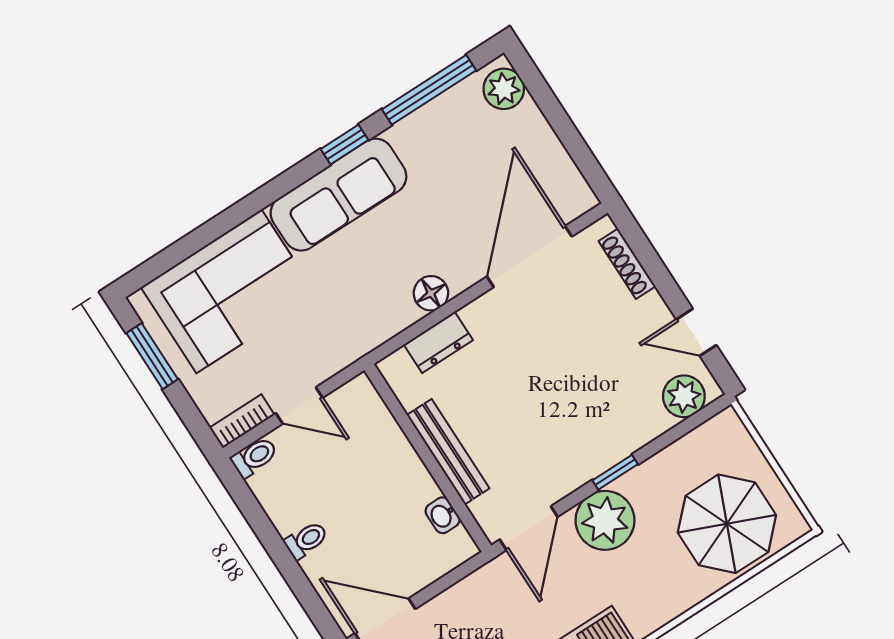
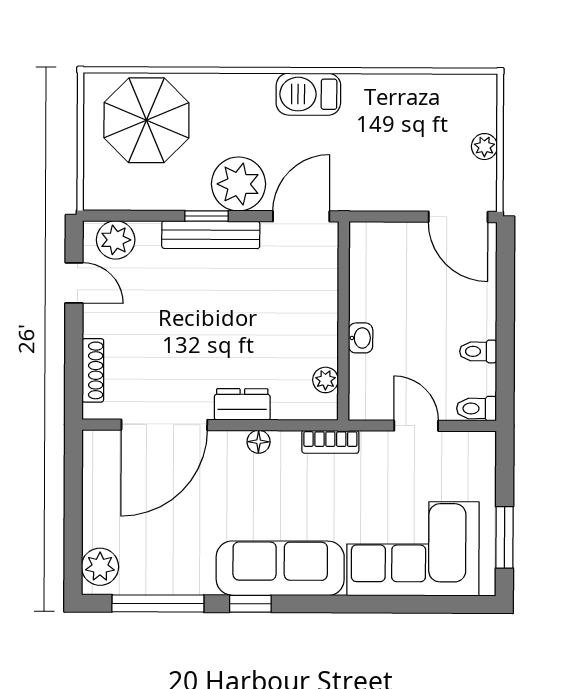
floor lamp: (431, 293) -> (259, 442), width x0.73, depth x0.73
dresser: (438, 342) -> (242, 404), moved
plant: (409, 393) -> (325, 380), added
bookcase: (242, 421) -> (330, 442), moved
bench: (448, 452) -> (211, 235), moved, turned 90
washbasin: (443, 515) -> (361, 338), moved
toilet: (306, 540) -> (478, 351), moved

